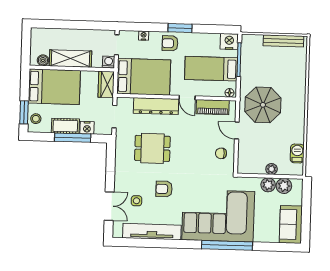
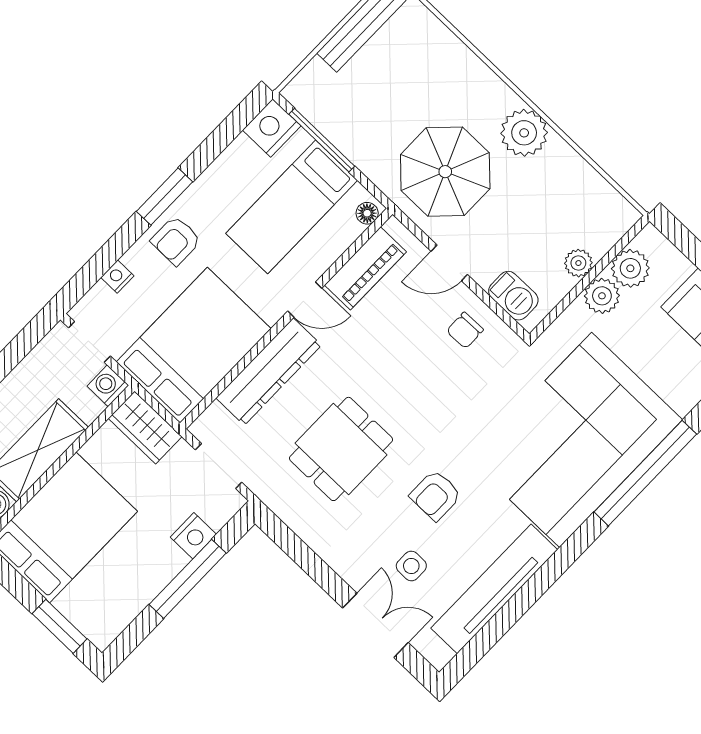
plant: (296, 118) -> (524, 133), added
stool: (36, 119) -> (91, 615), removed
cot: (65, 126) -> (154, 573), removed
barbecue: (297, 153) -> (513, 296), moved, turned 180

